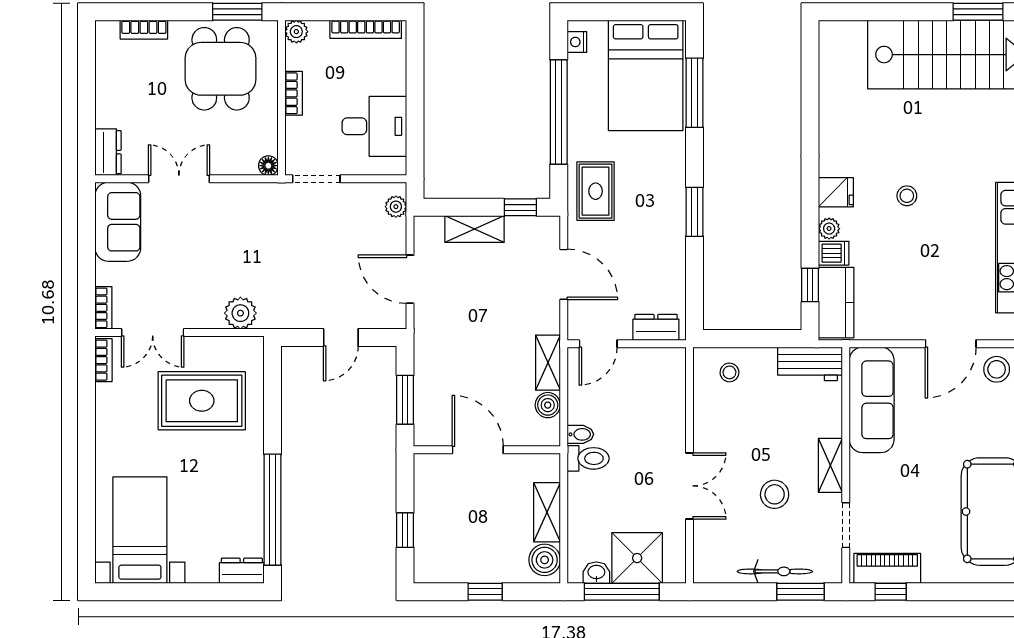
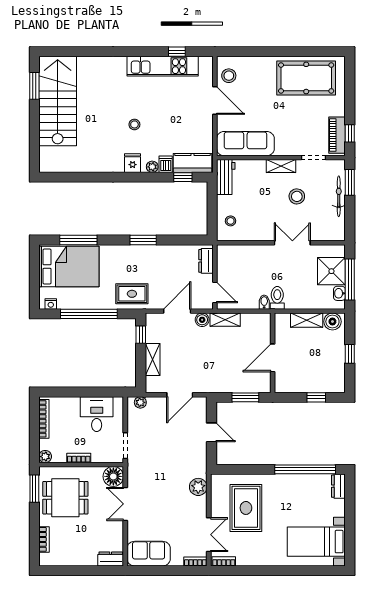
floor lamp: (268, 166) -> (113, 476), width x1.89, depth x1.89
double door: (179, 179) -> (125, 504), moved
boiler: (548, 405) -> (202, 320), moved

